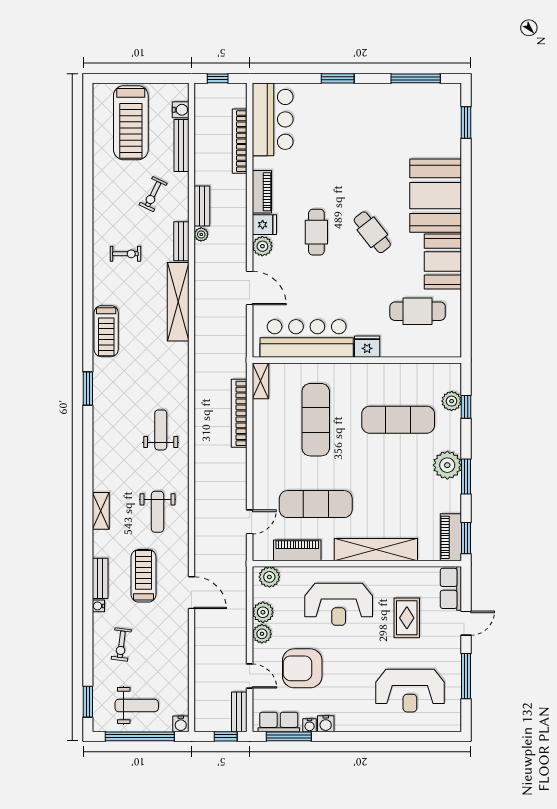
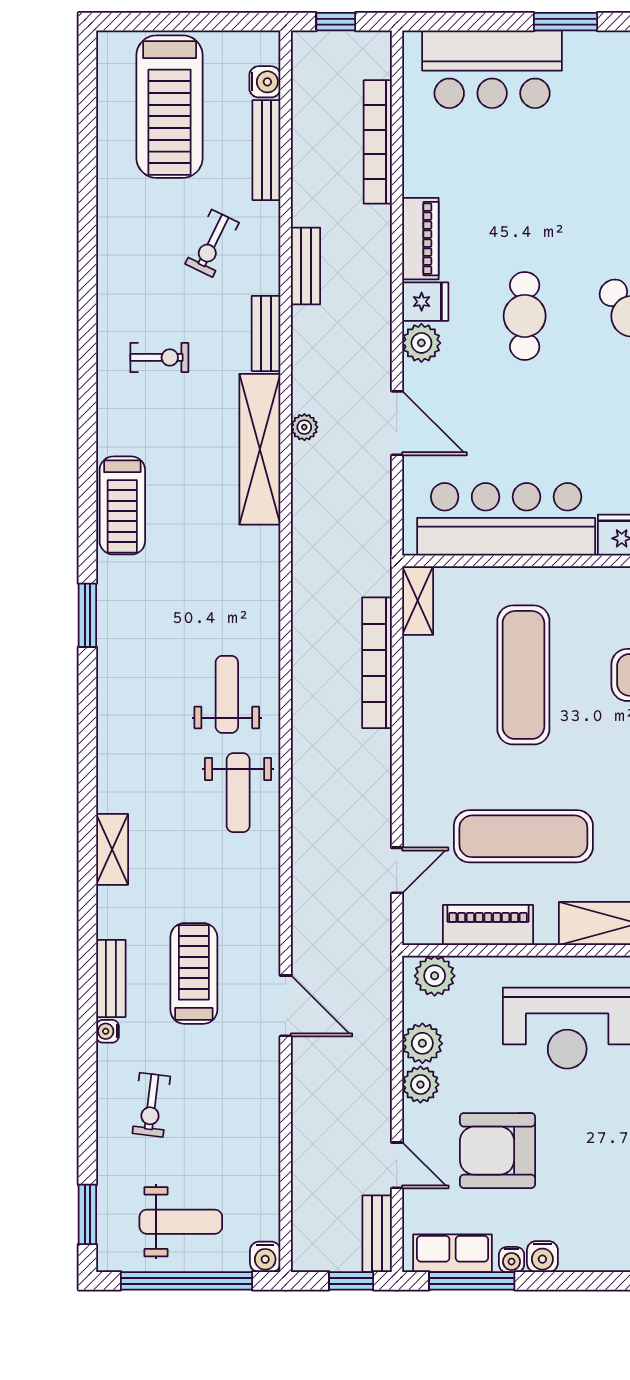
bar counter: (273, 119) -> (492, 69), moved, turned 90
plant: (201, 234) -> (304, 427), moved
weight bench: (158, 512) -> (238, 793), moved

